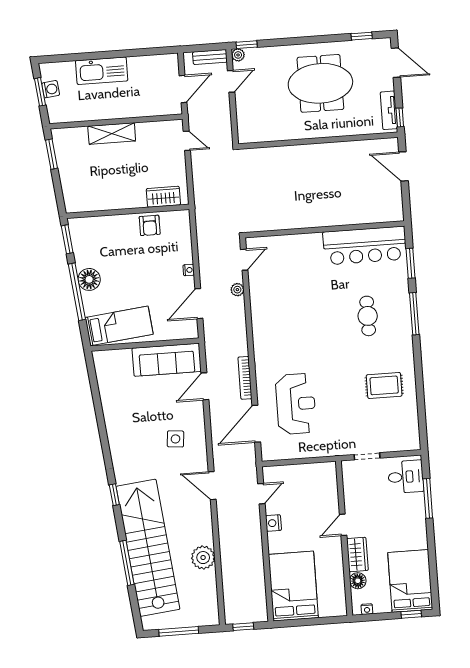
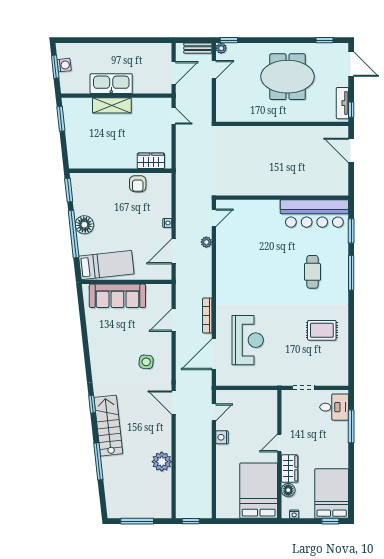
kitchen sink: (102, 71) -> (111, 84), moved, turned 180
sofa: (167, 360) -> (117, 296), moved
stairs: (148, 548) -> (108, 426), width x0.54, depth x0.66
bed: (293, 586) -> (259, 491), moved

